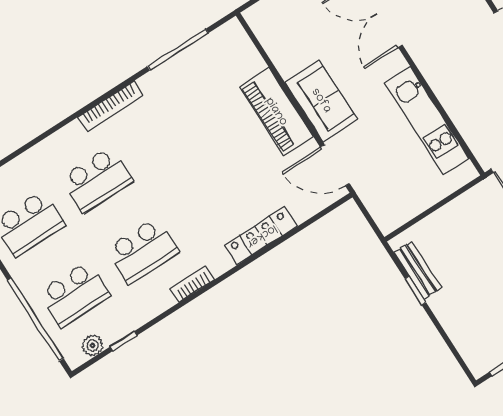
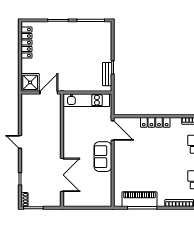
piano: (276, 112) -> (139, 199), moved, turned -90
kitchen unit: (427, 121) -> (86, 100), moved, turned 90

